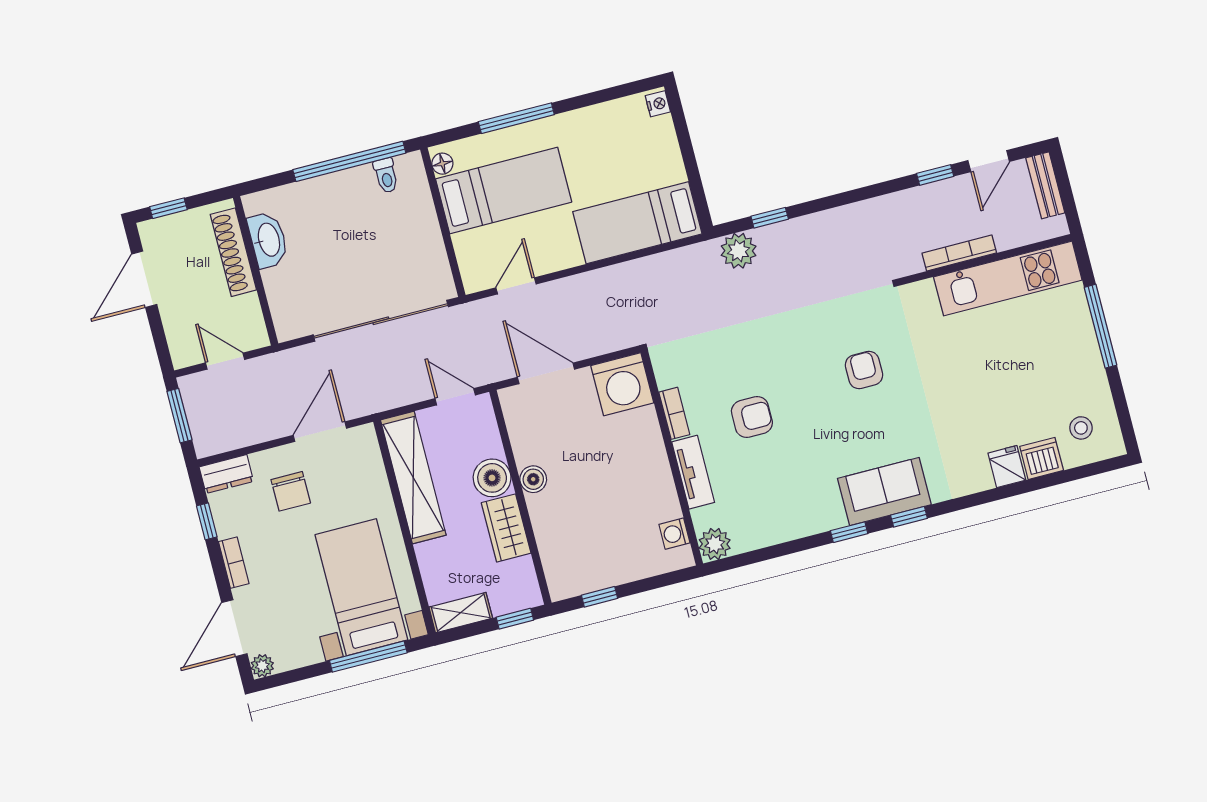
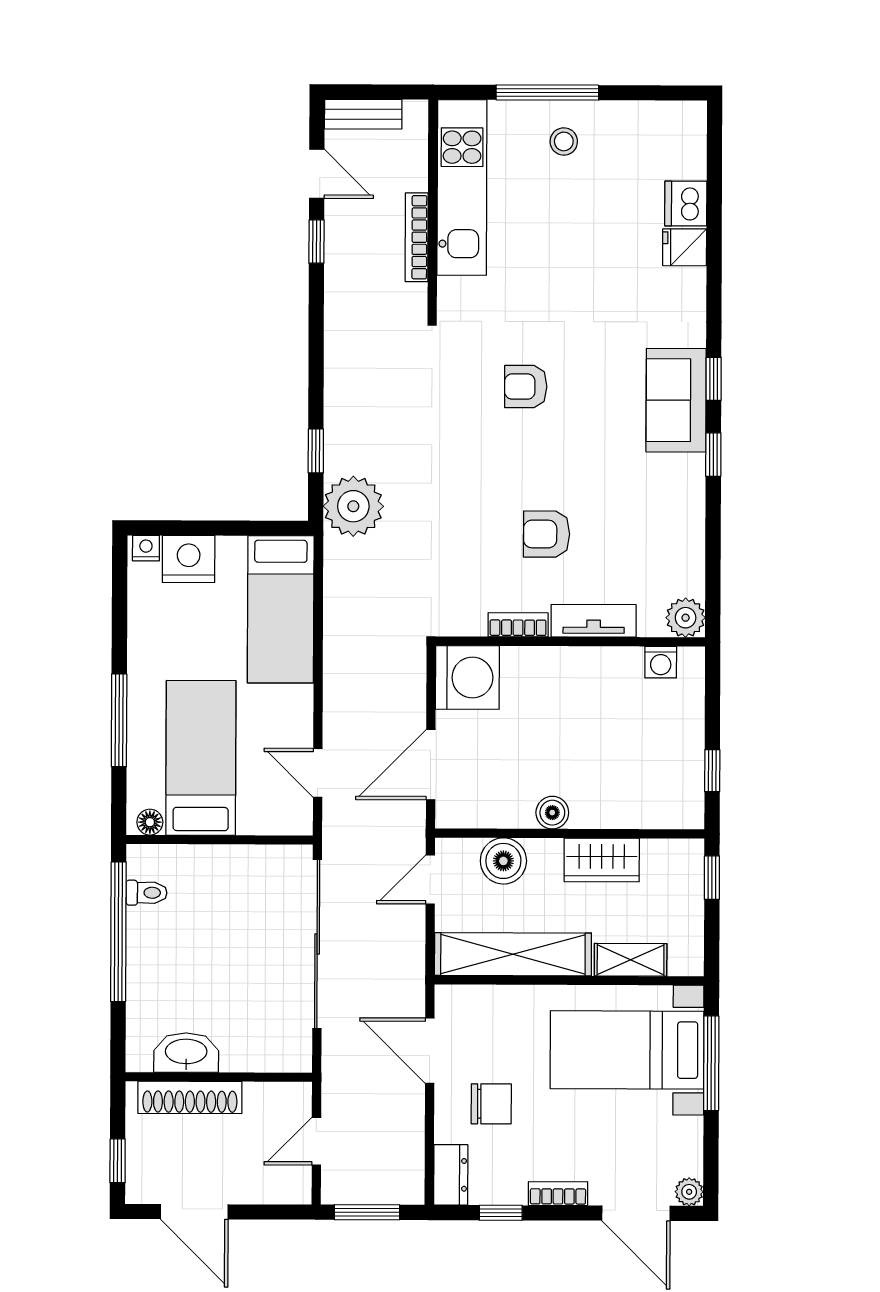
nightstand: (658, 140) -> (189, 559), added
plant: (739, 251) -> (353, 506), width x1.36, depth x1.36
armchair: (752, 417) -> (547, 534), turned -90
stool: (1081, 428) -> (564, 141), moved
boiler: (492, 478) -> (503, 861), moved
shelving: (461, 613) -> (631, 960), moved, turned 90

